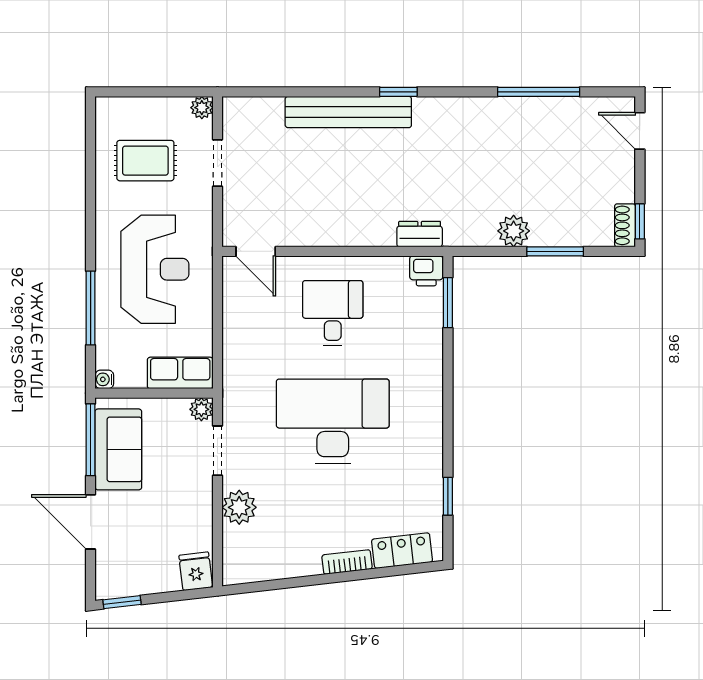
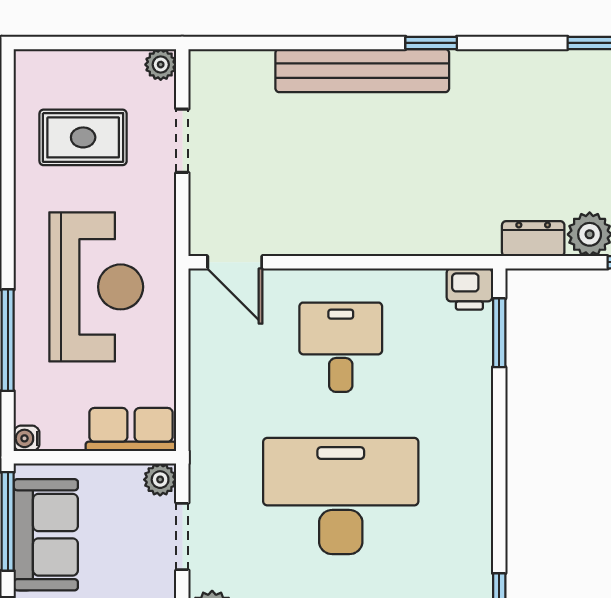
dresser: (420, 234) -> (533, 239), moved

